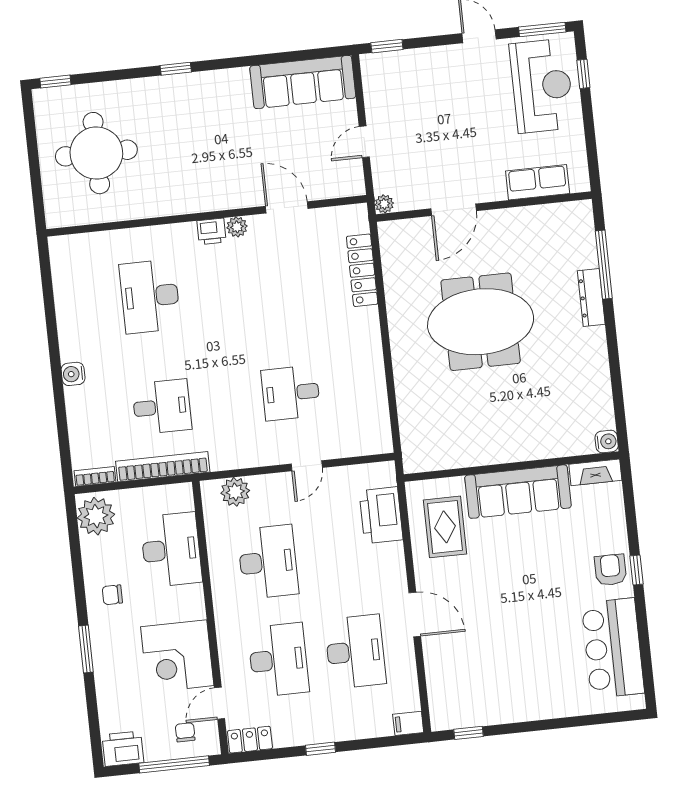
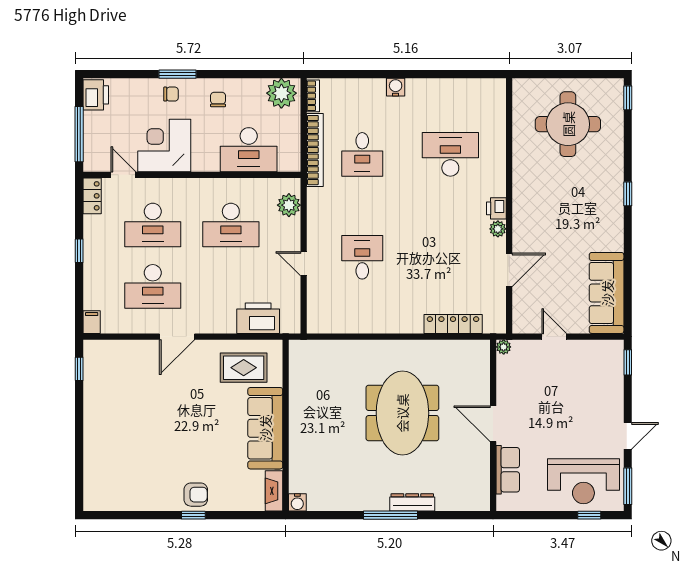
door: (454, 210) -> (493, 424), moved
window: (604, 265) -> (390, 515), moved
bar counter: (613, 648) -> (134, 490), removed
chair: (185, 732) -> (171, 94), moved

